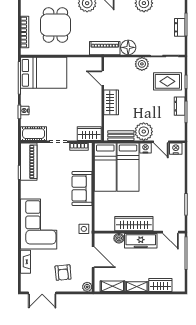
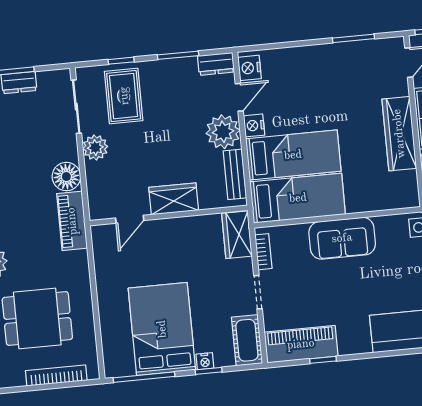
bed: (44, 73) -> (162, 329), moved
dresser: (180, 106) -> (216, 64), moved

